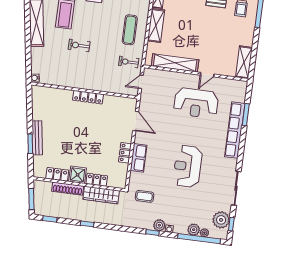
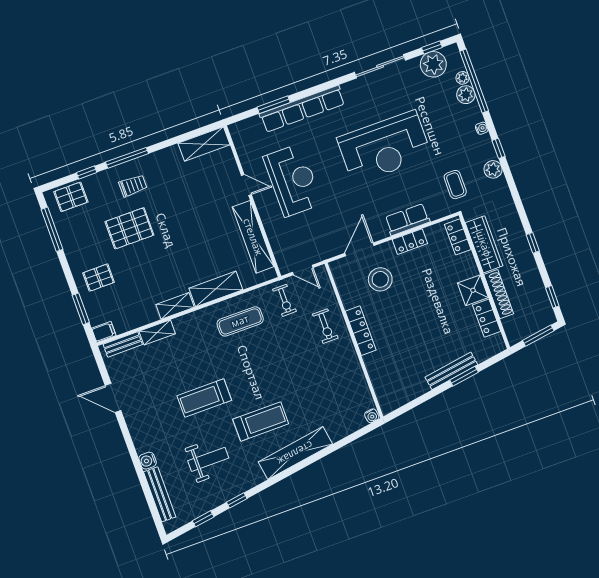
exercise bike: (79, 45) -> (325, 326), moved
stool: (112, 124) -> (380, 279), added
reception desk: (188, 166) -> (384, 147), width x1.36, depth x1.30
locker: (97, 180) -> (458, 237), moved
plant: (159, 225) -> (493, 169), moved

